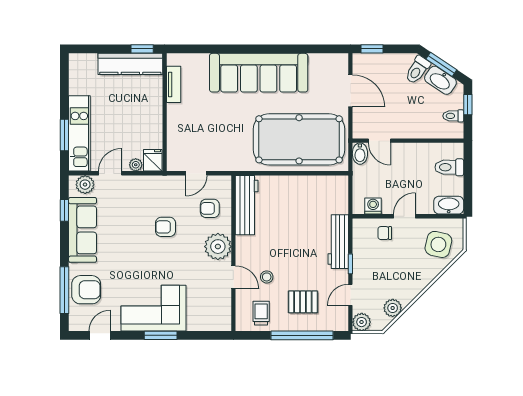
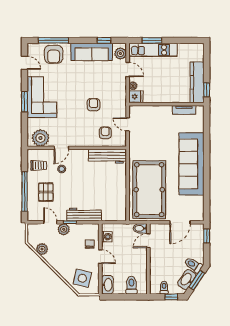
plant: (218, 247) -> (40, 138), moved
plant: (362, 322) -> (64, 229), moved

